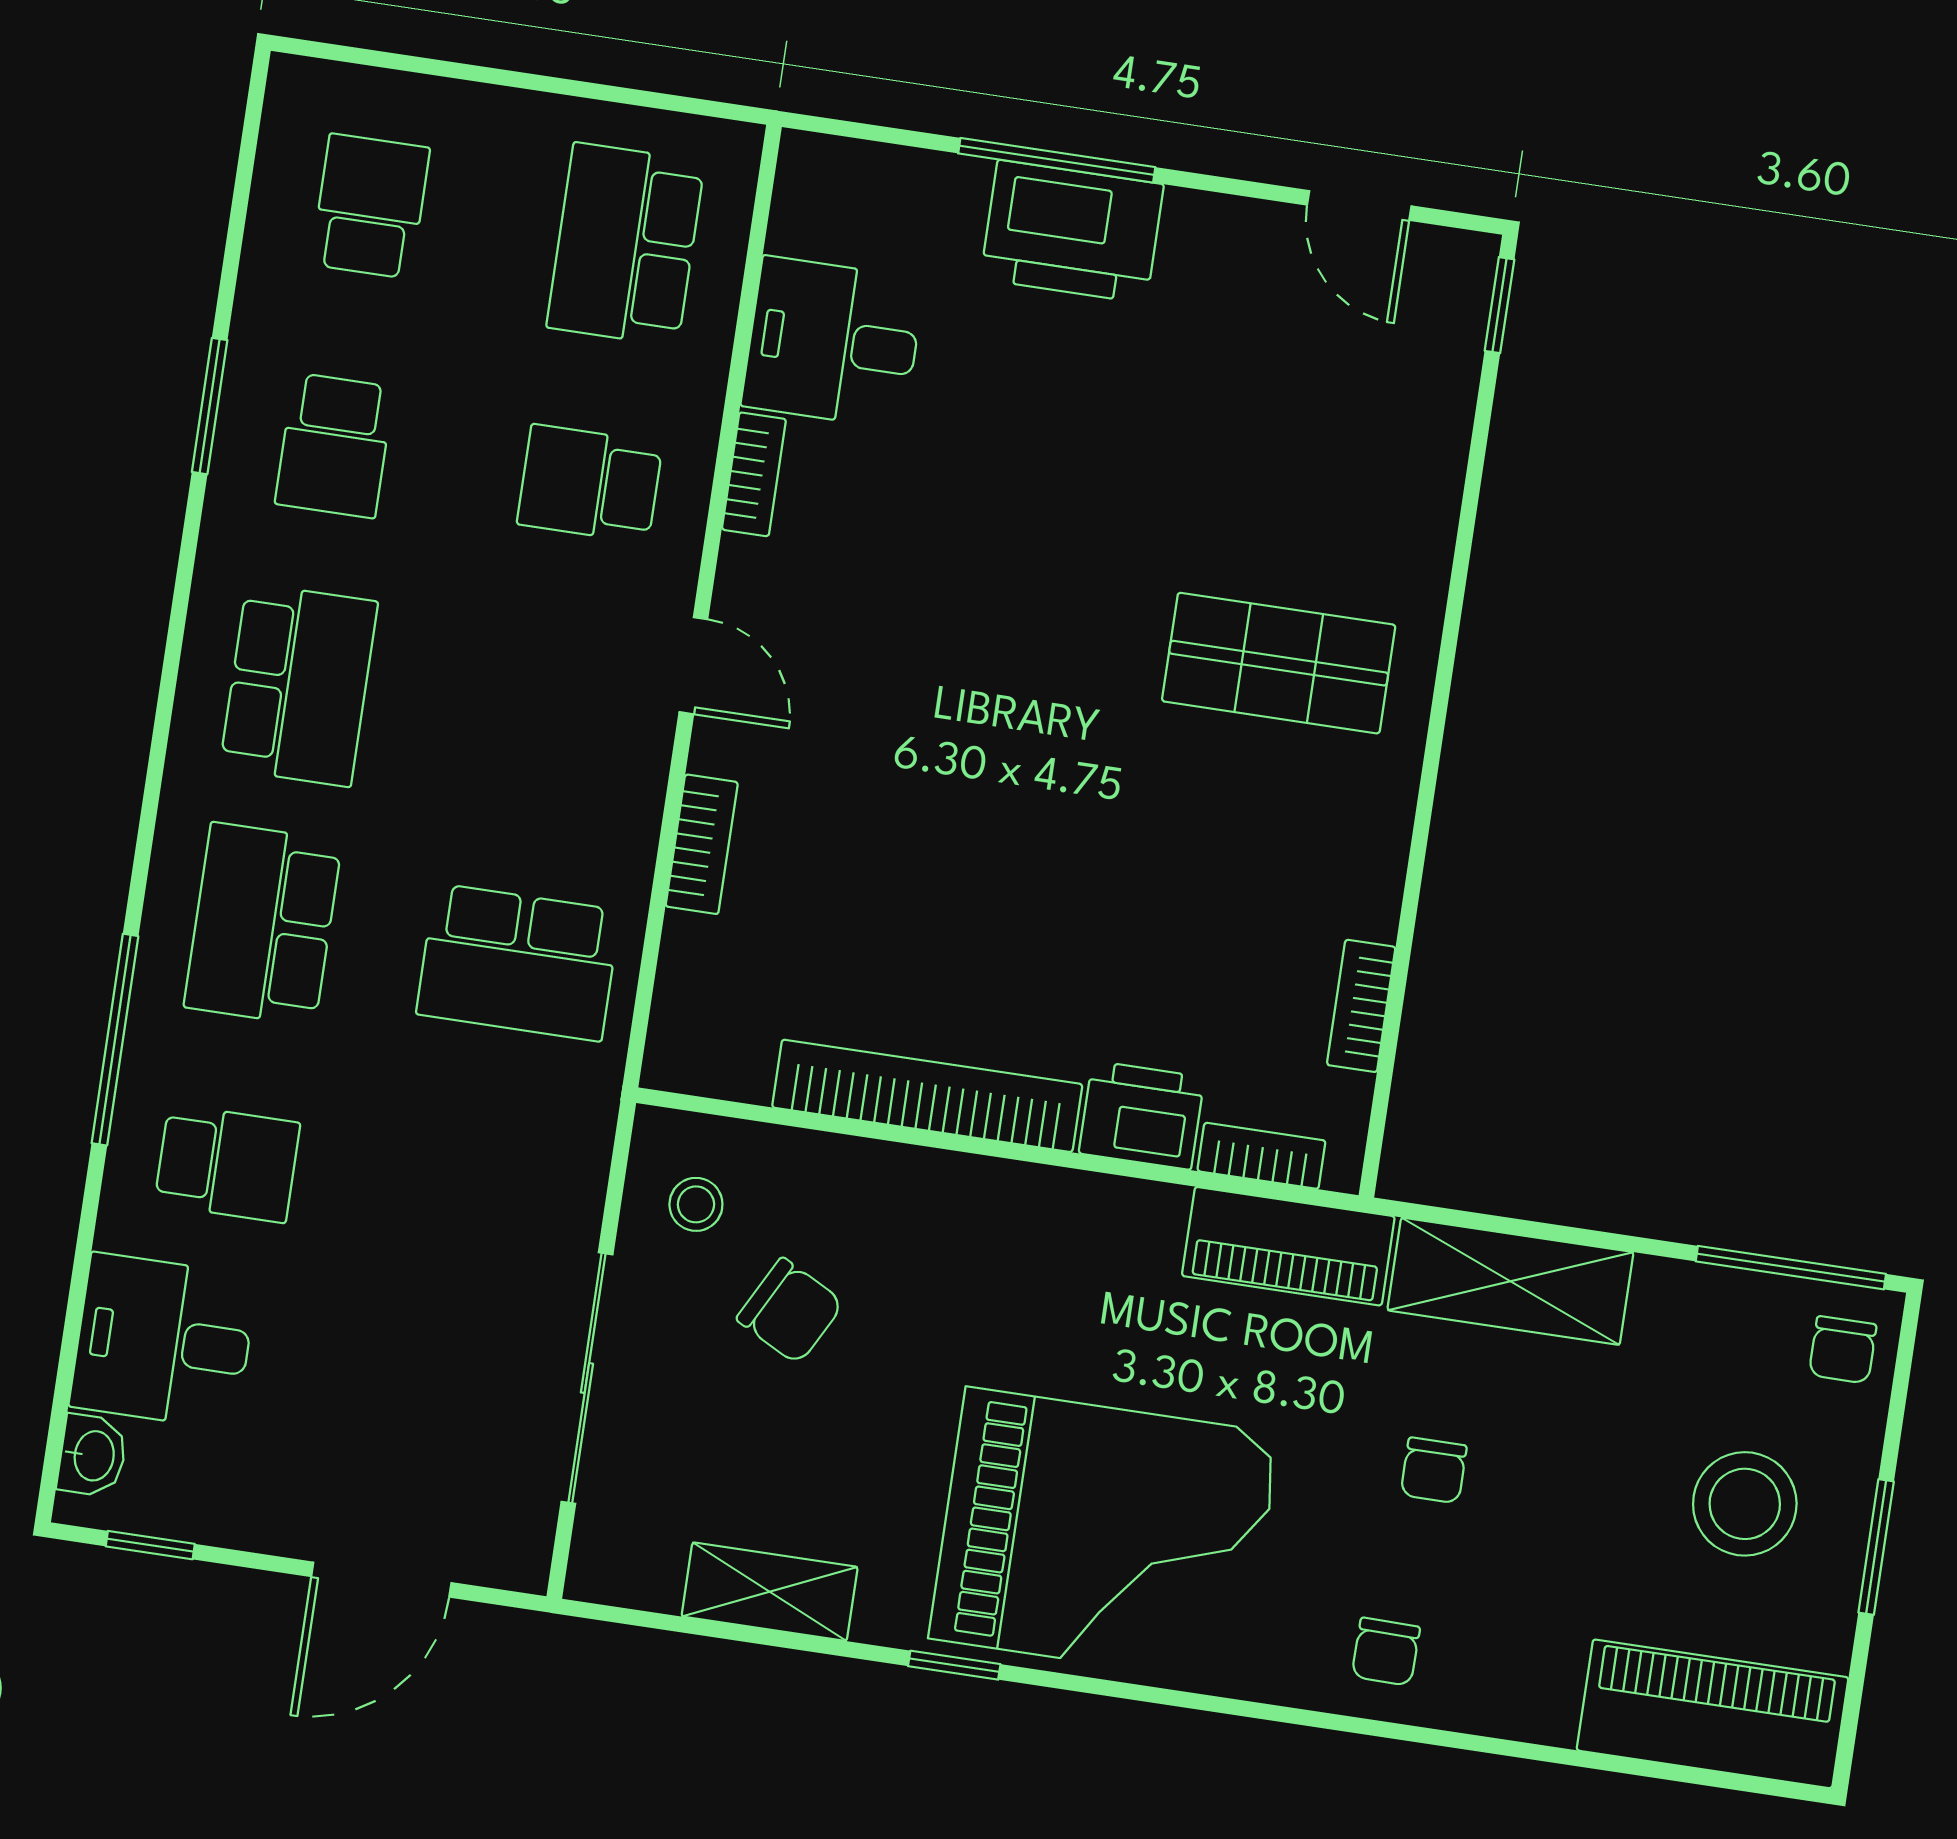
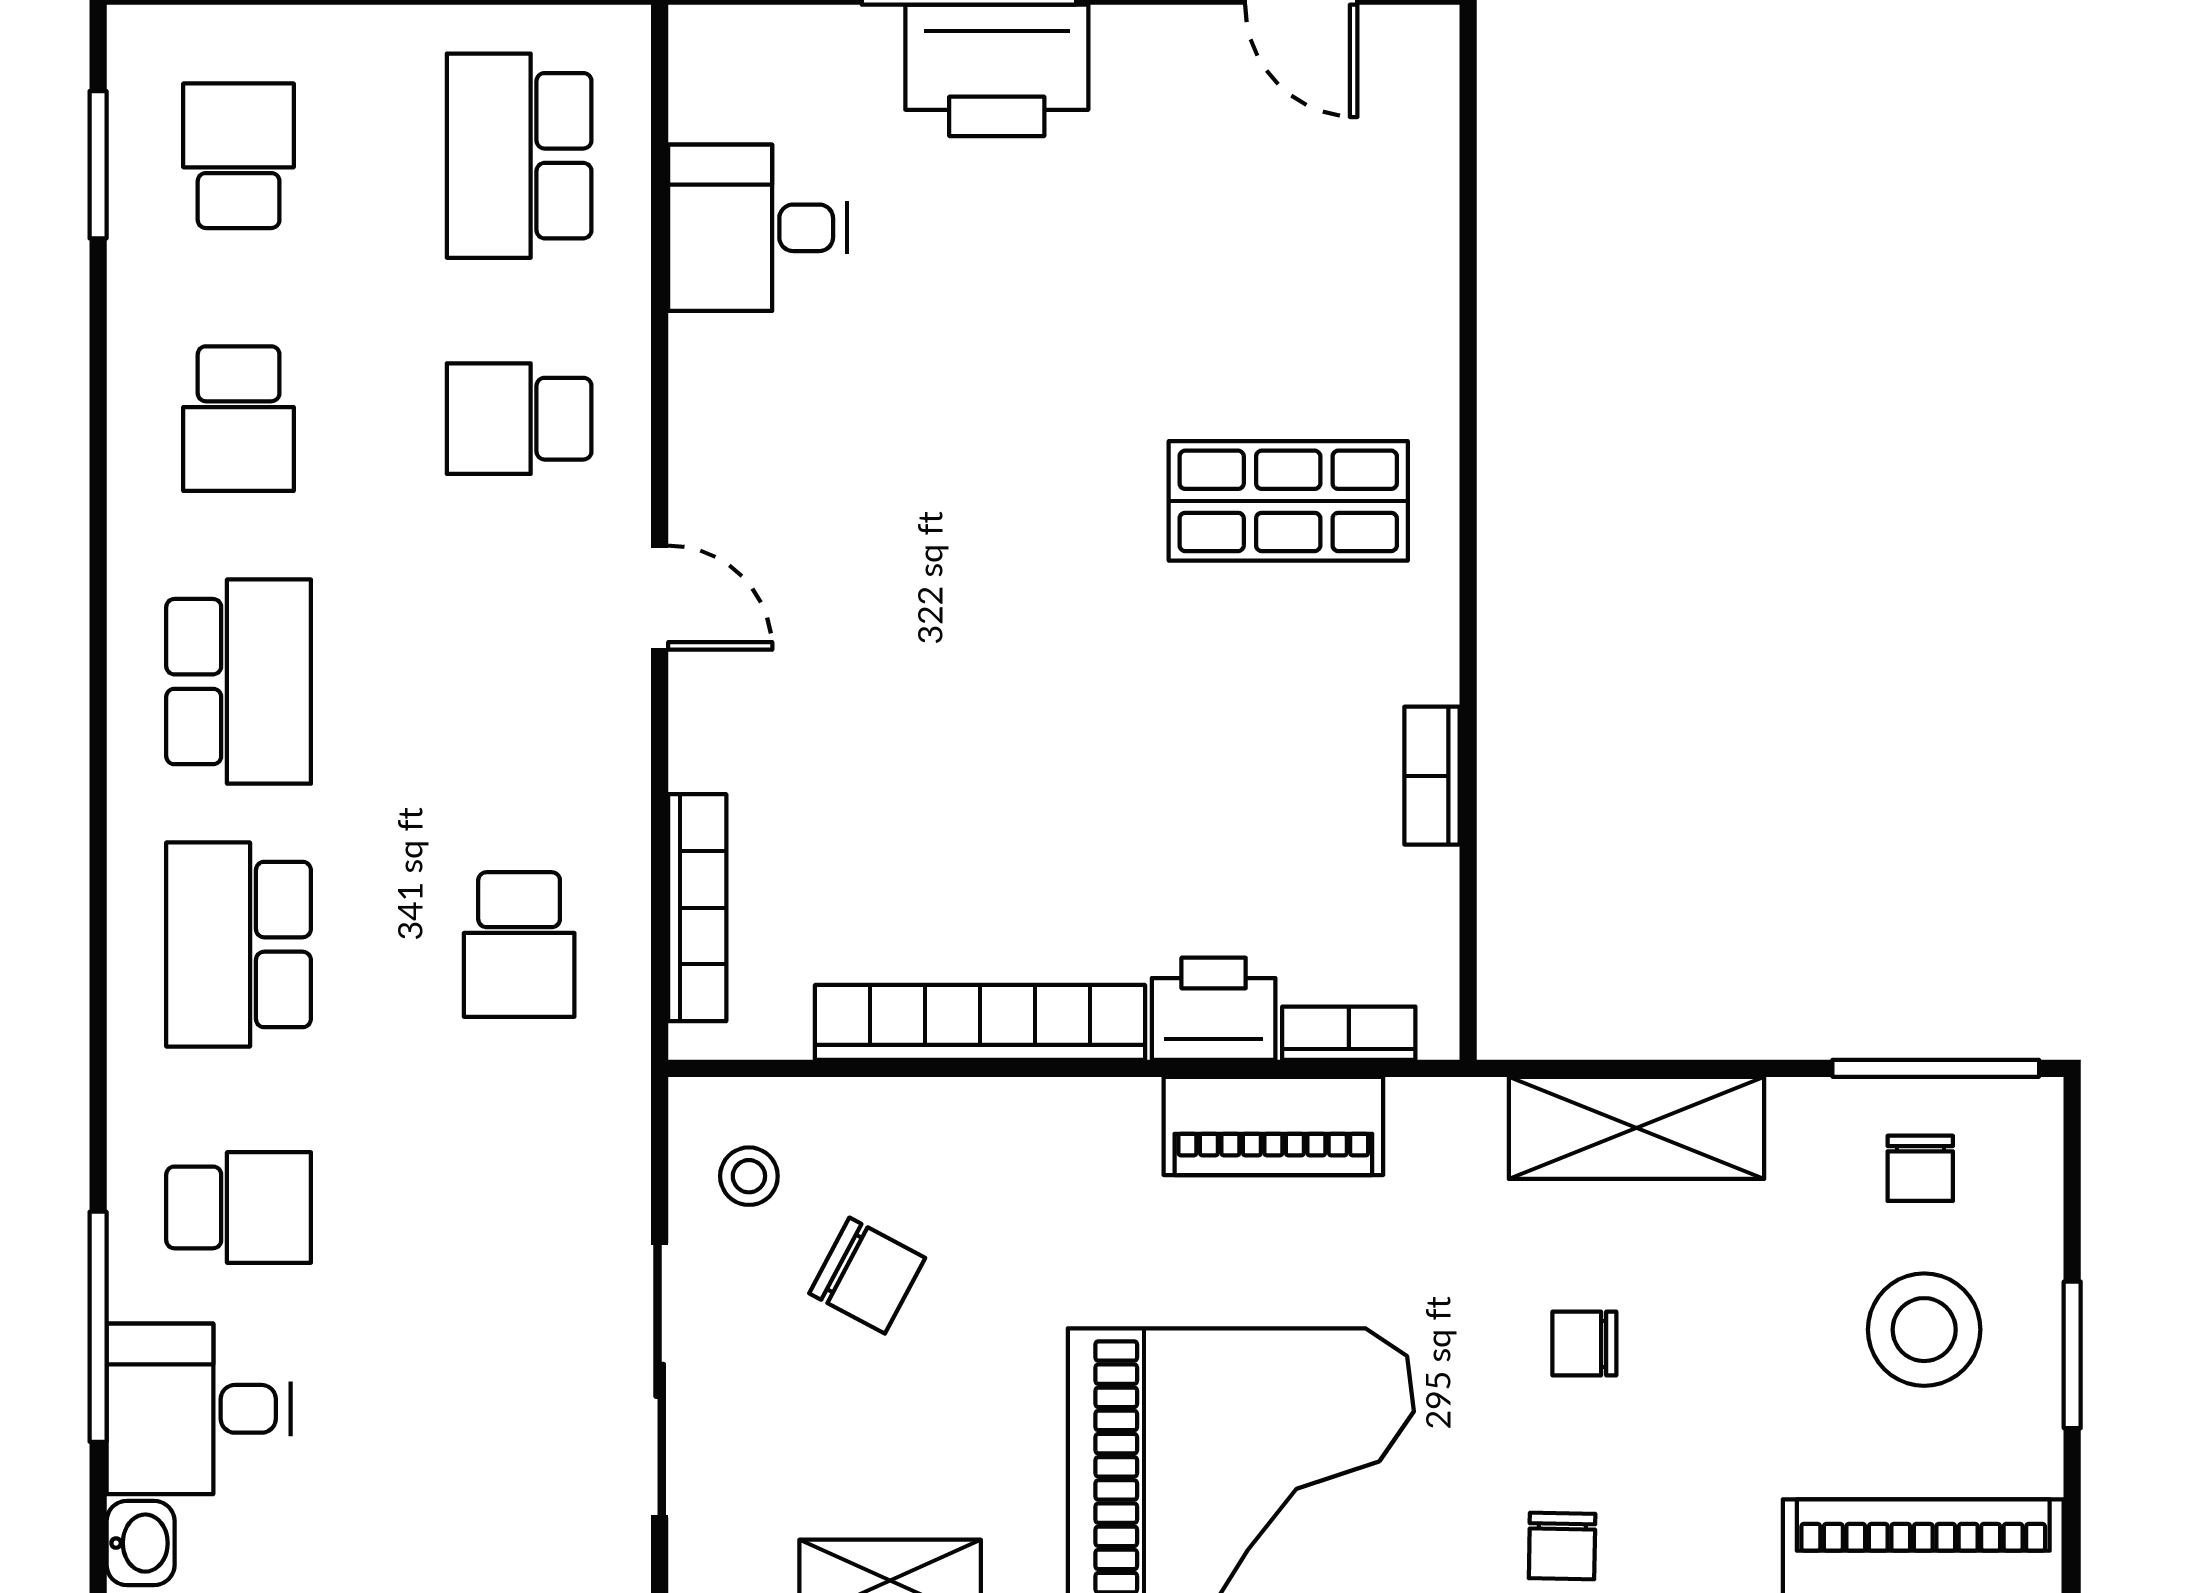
window: (1500, 305) -> (1468, 81), removed
window: (210, 406) -> (98, 165), moved
bookcase: (754, 474) -> (694, 382), removed
bookcase: (702, 844) -> (697, 908), moved, width x1.56
school desk: (518, 962) -> (519, 945), width x0.54
bookcase: (1361, 1006) -> (1432, 776), moved
window: (115, 1040) -> (98, 1327), moved
piano: (1288, 1246) -> (1273, 1126), moved
chair: (1843, 1350) -> (1920, 1168), moved
chair: (1434, 1470) -> (1584, 1344), turned 90

